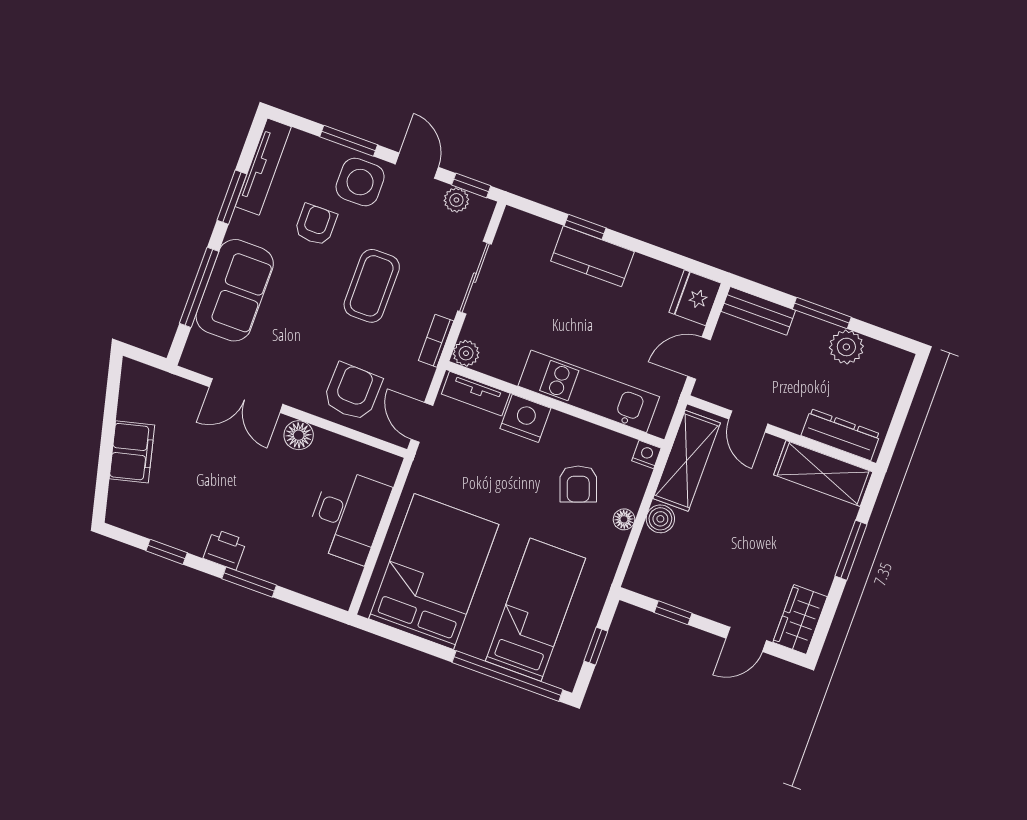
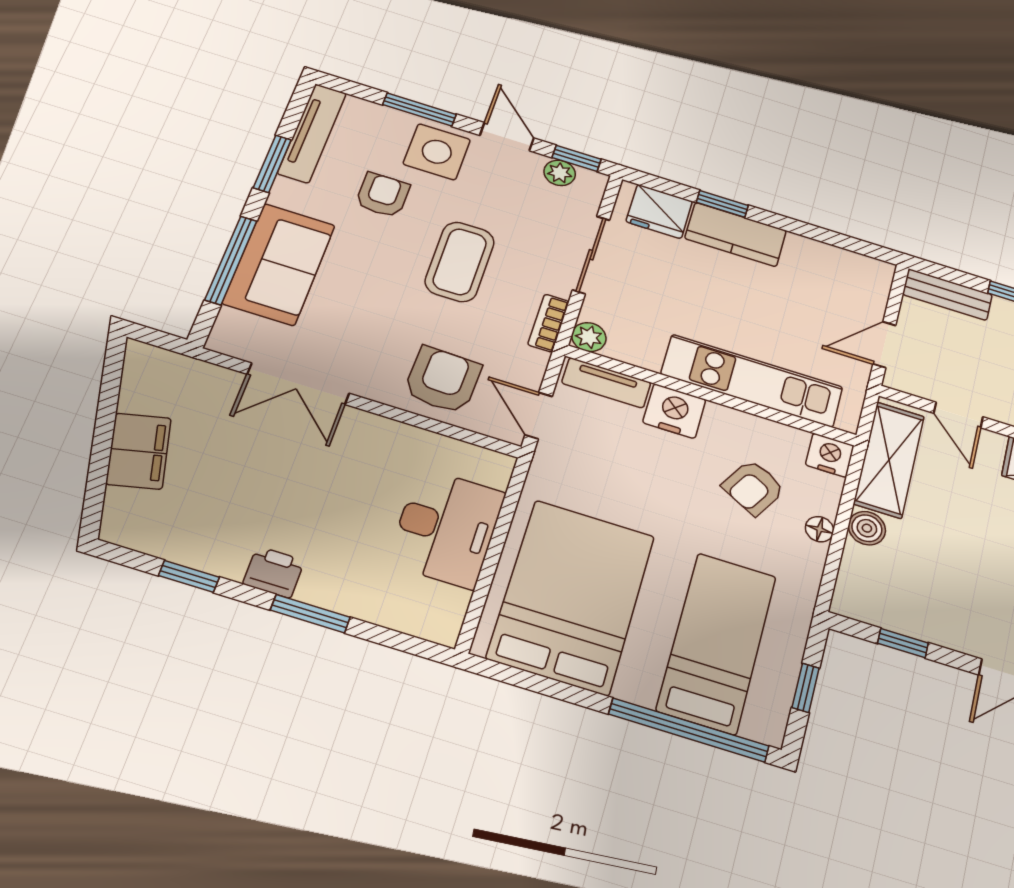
fridge: (695, 298) -> (659, 211), moved, turned -90
floor lamp: (299, 435) -> (373, 431), removed
nightstand: (646, 455) -> (830, 455), width x1.39, depth x1.35
armchair: (578, 484) -> (753, 487), turned 49

